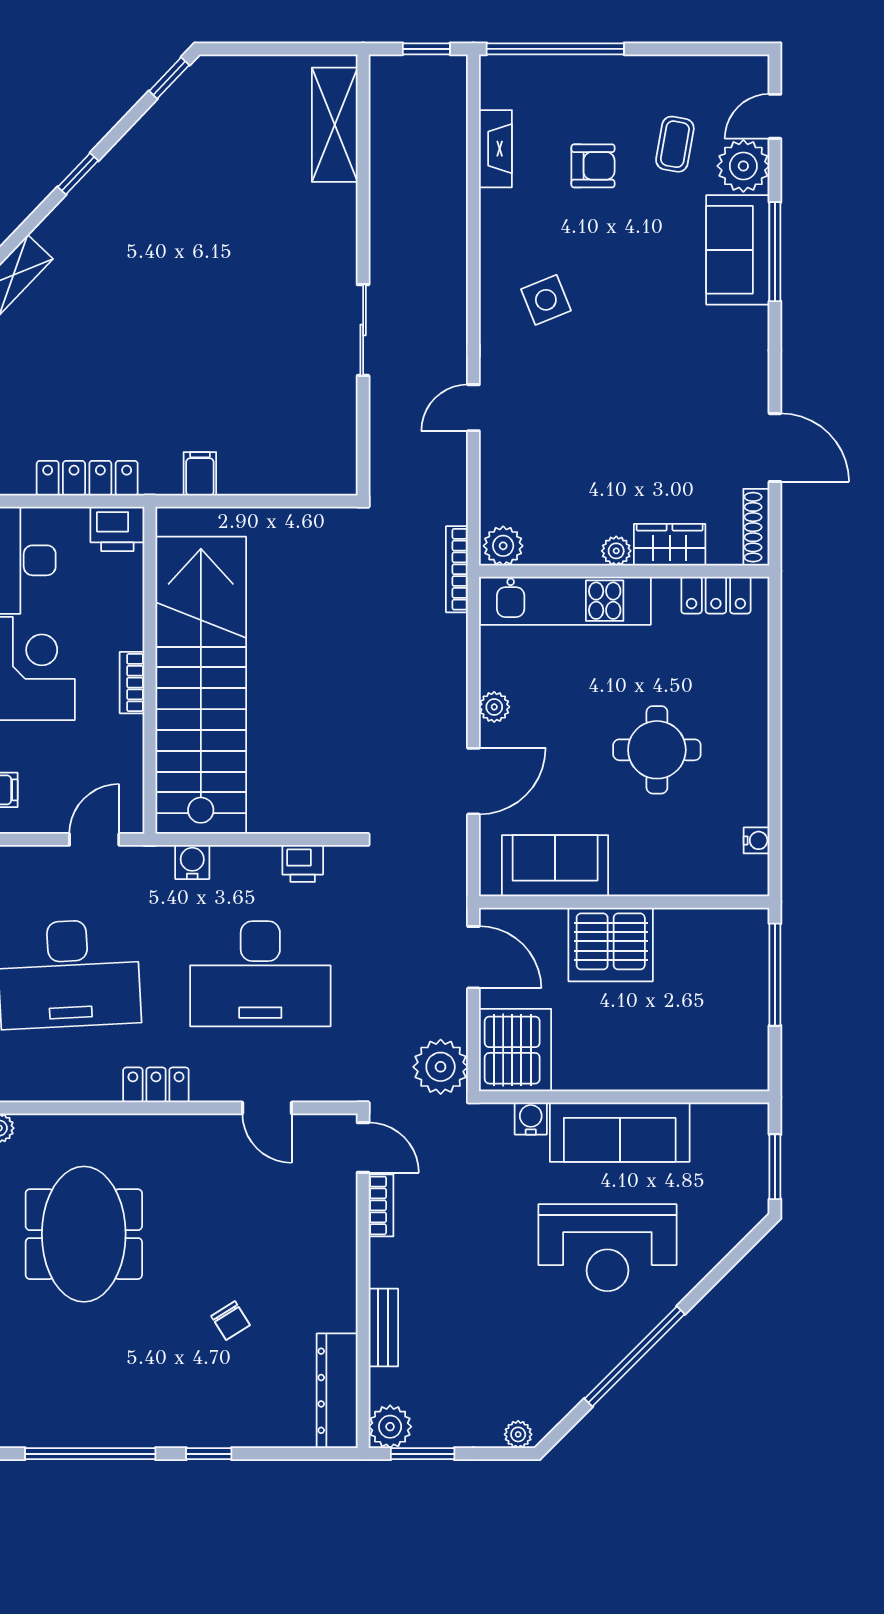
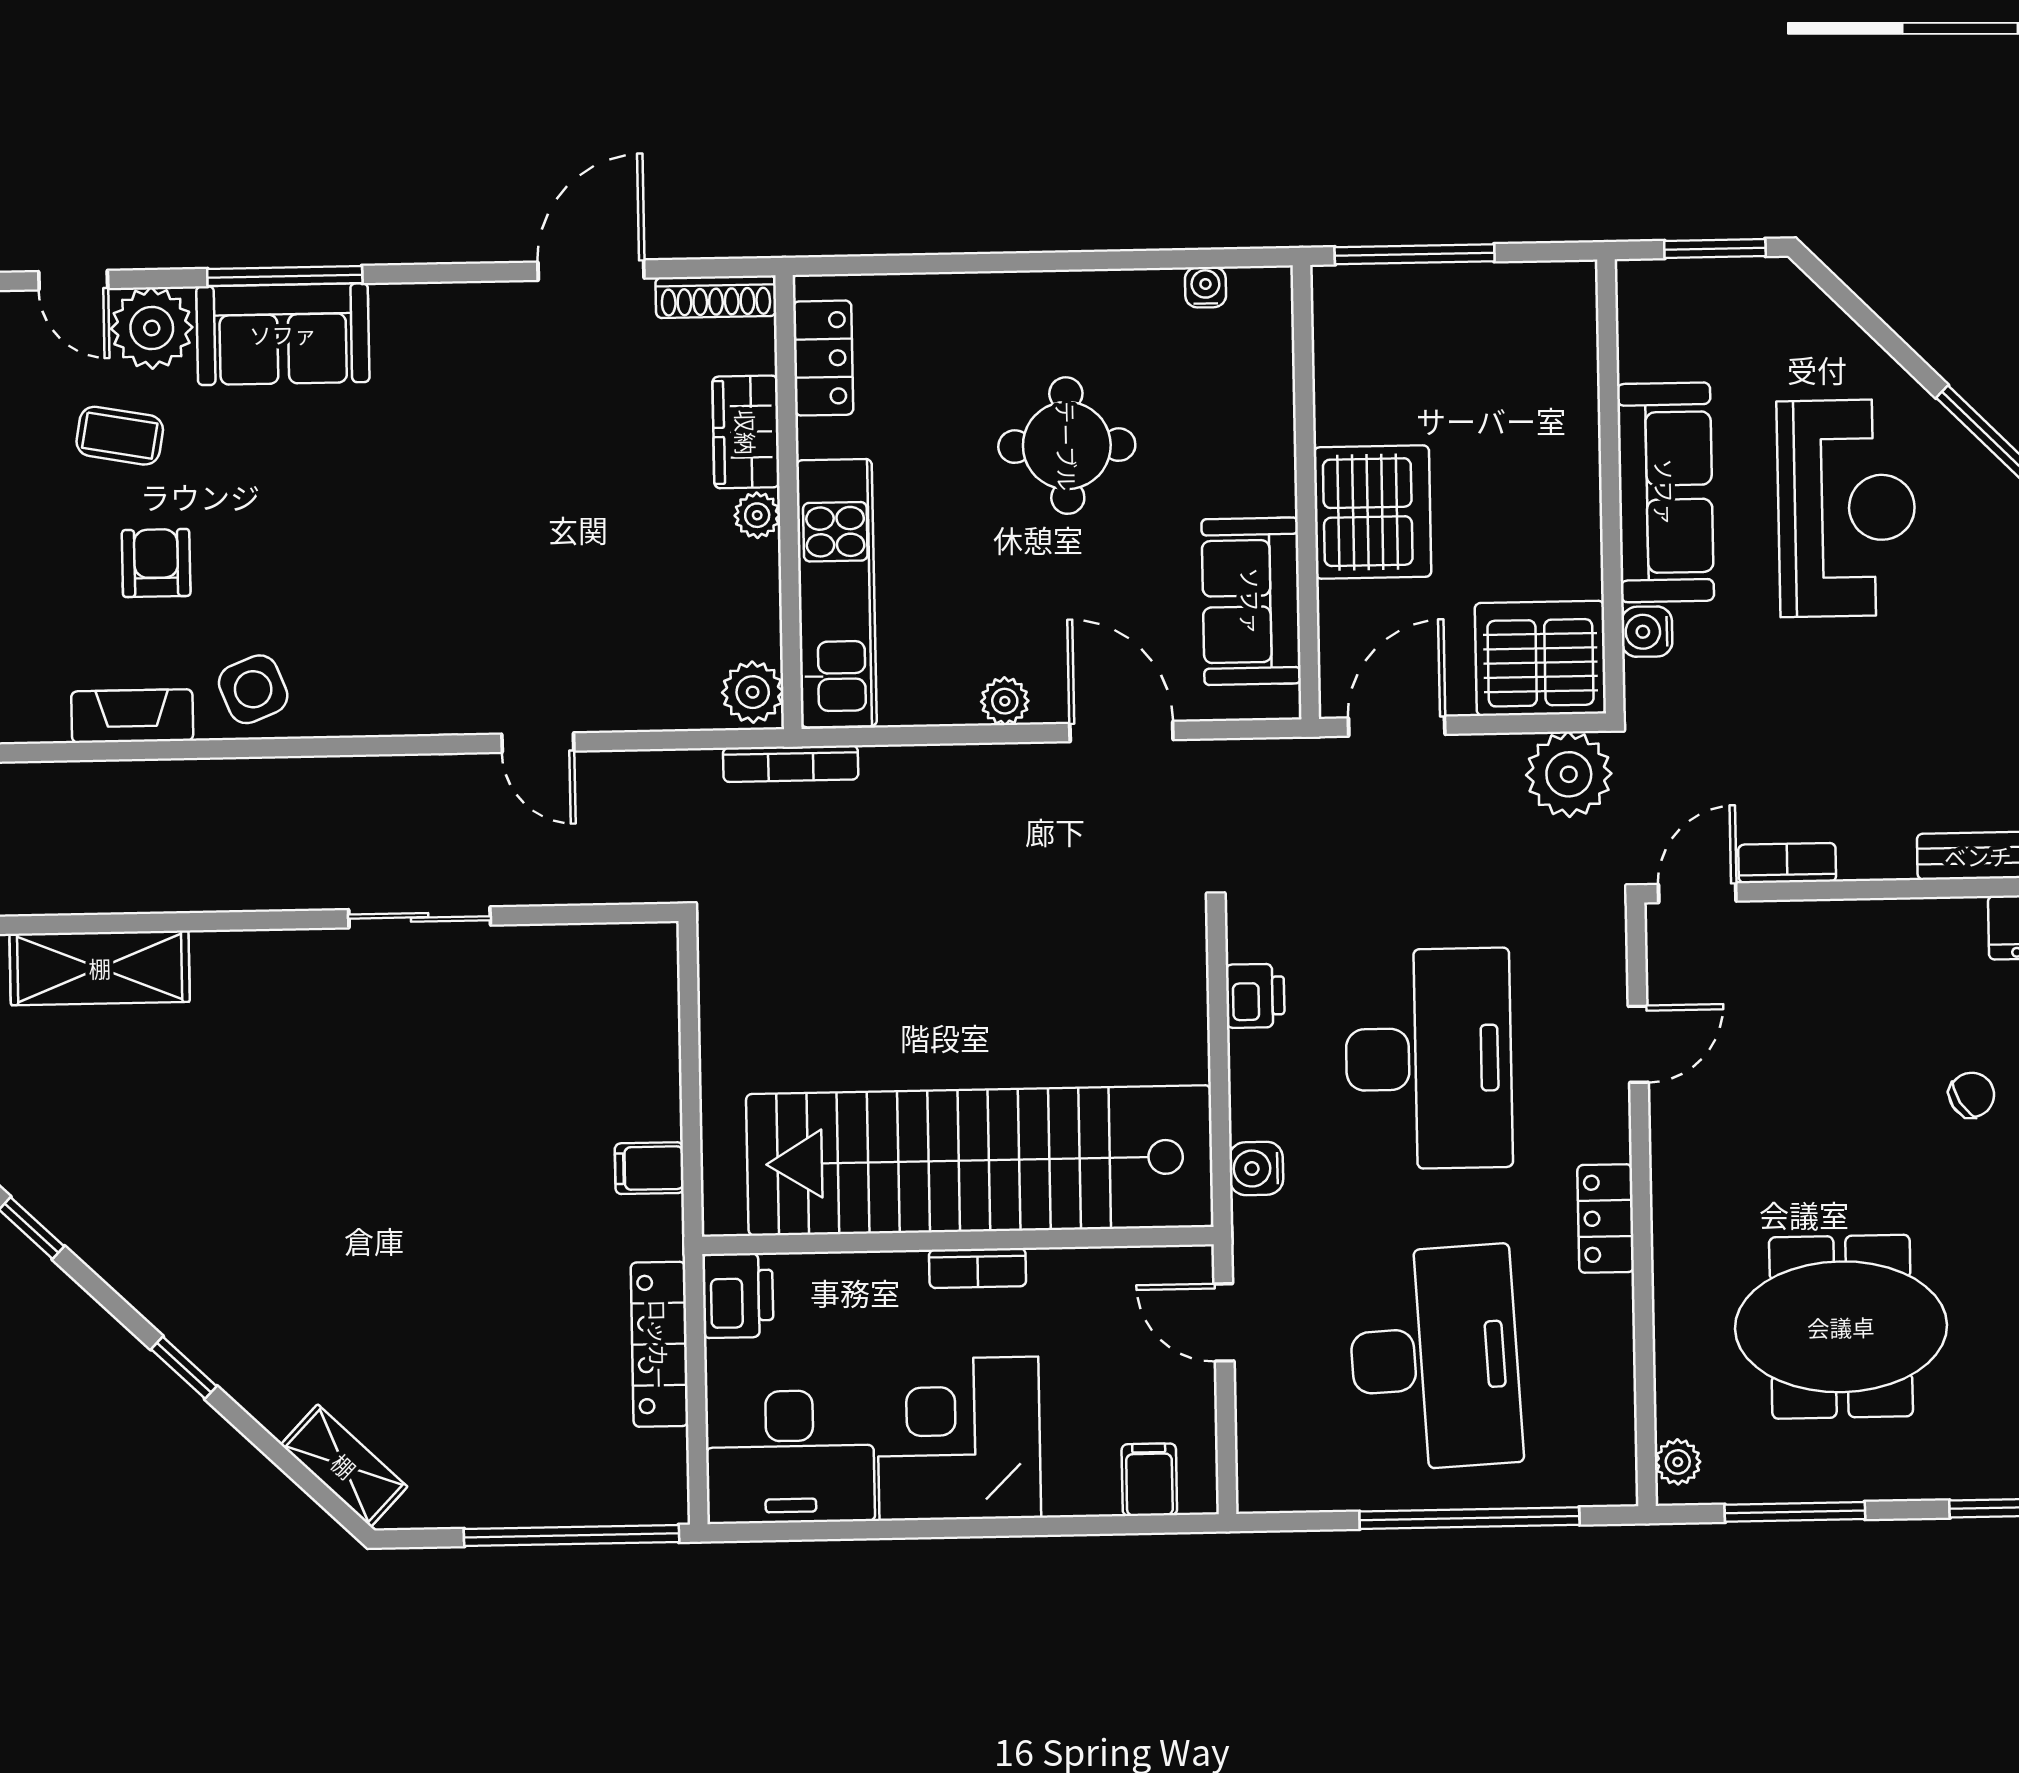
side table: (546, 300) -> (253, 689), moved

